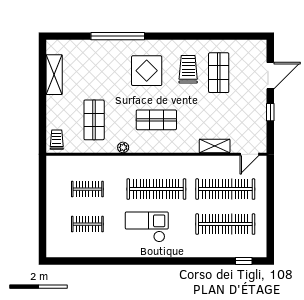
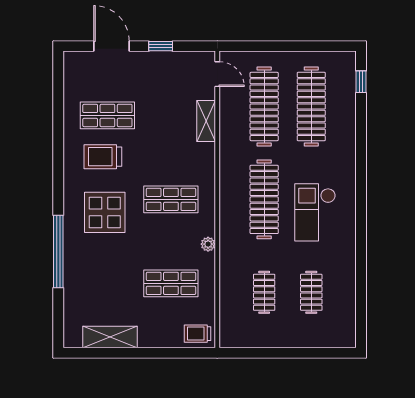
shop shelf: (156, 120) -> (171, 199), turned 90

